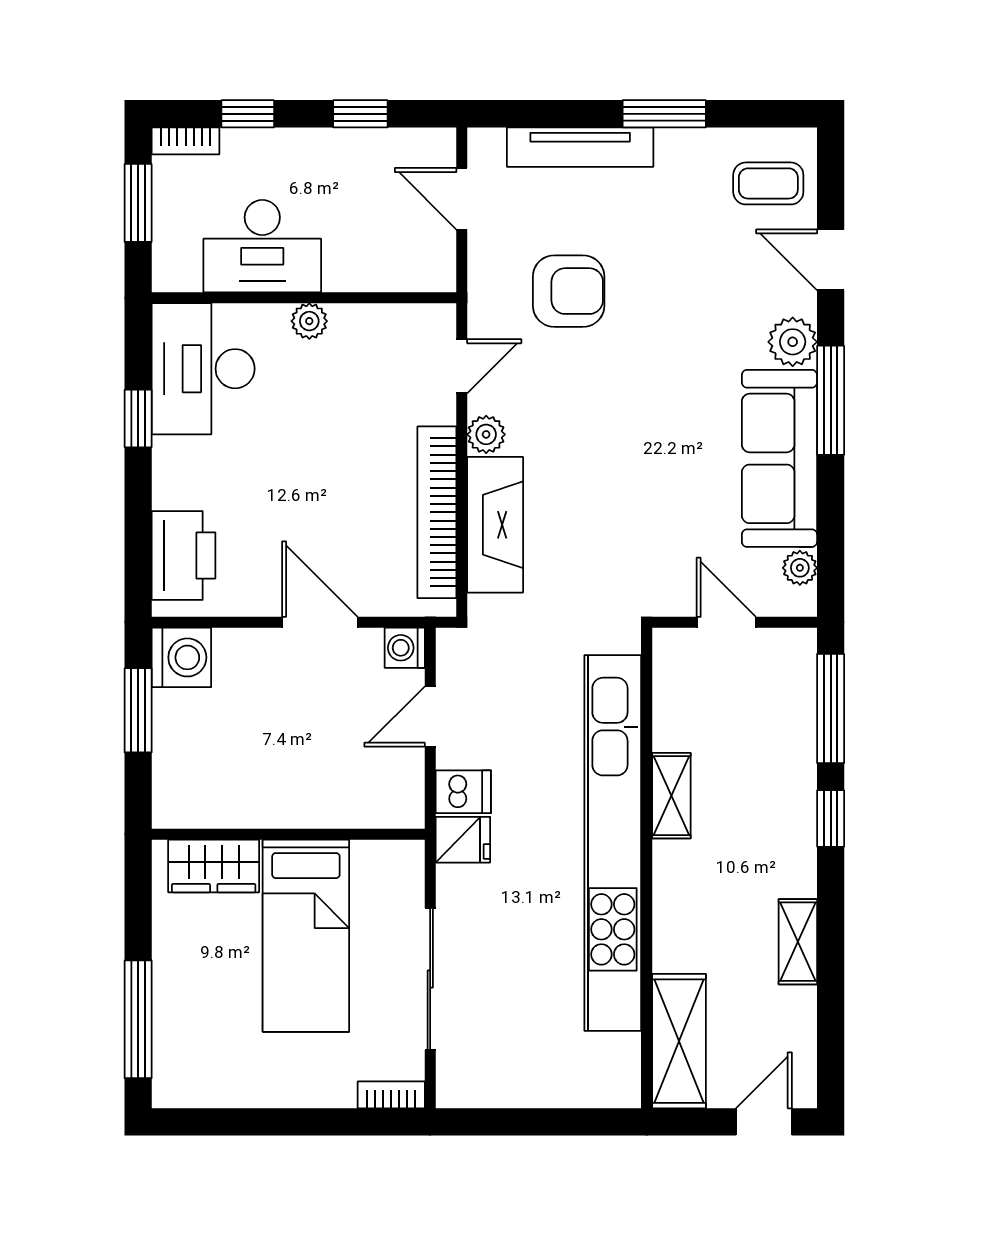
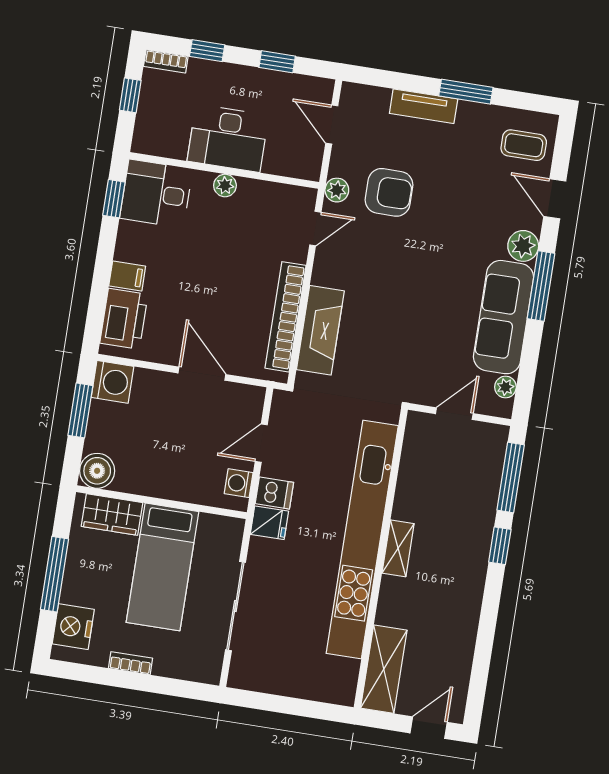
tv unit: (580, 147) -> (424, 106), width x0.71
window: (138, 203) -> (130, 95), width x0.67
desk: (262, 246) -> (228, 138), moved
desk: (203, 369) -> (156, 194), width x0.73
window: (138, 419) -> (114, 199), moved
plant: (486, 434) -> (337, 190), moved
filing cabinet: (178, 488) -> (127, 276), added
door: (726, 622) -> (454, 414), hinge flipped
washing machine: (405, 648) -> (239, 483), moved
shelving: (671, 796) -> (398, 548), moved
boiler: (179, 801) -> (97, 471), added
shelving: (798, 942) -> (467, 619), removed
window: (138, 1019) -> (54, 574), moved
nightstand: (181, 1052) -> (73, 627), added
bookcase: (391, 1095) -> (130, 663), moved

